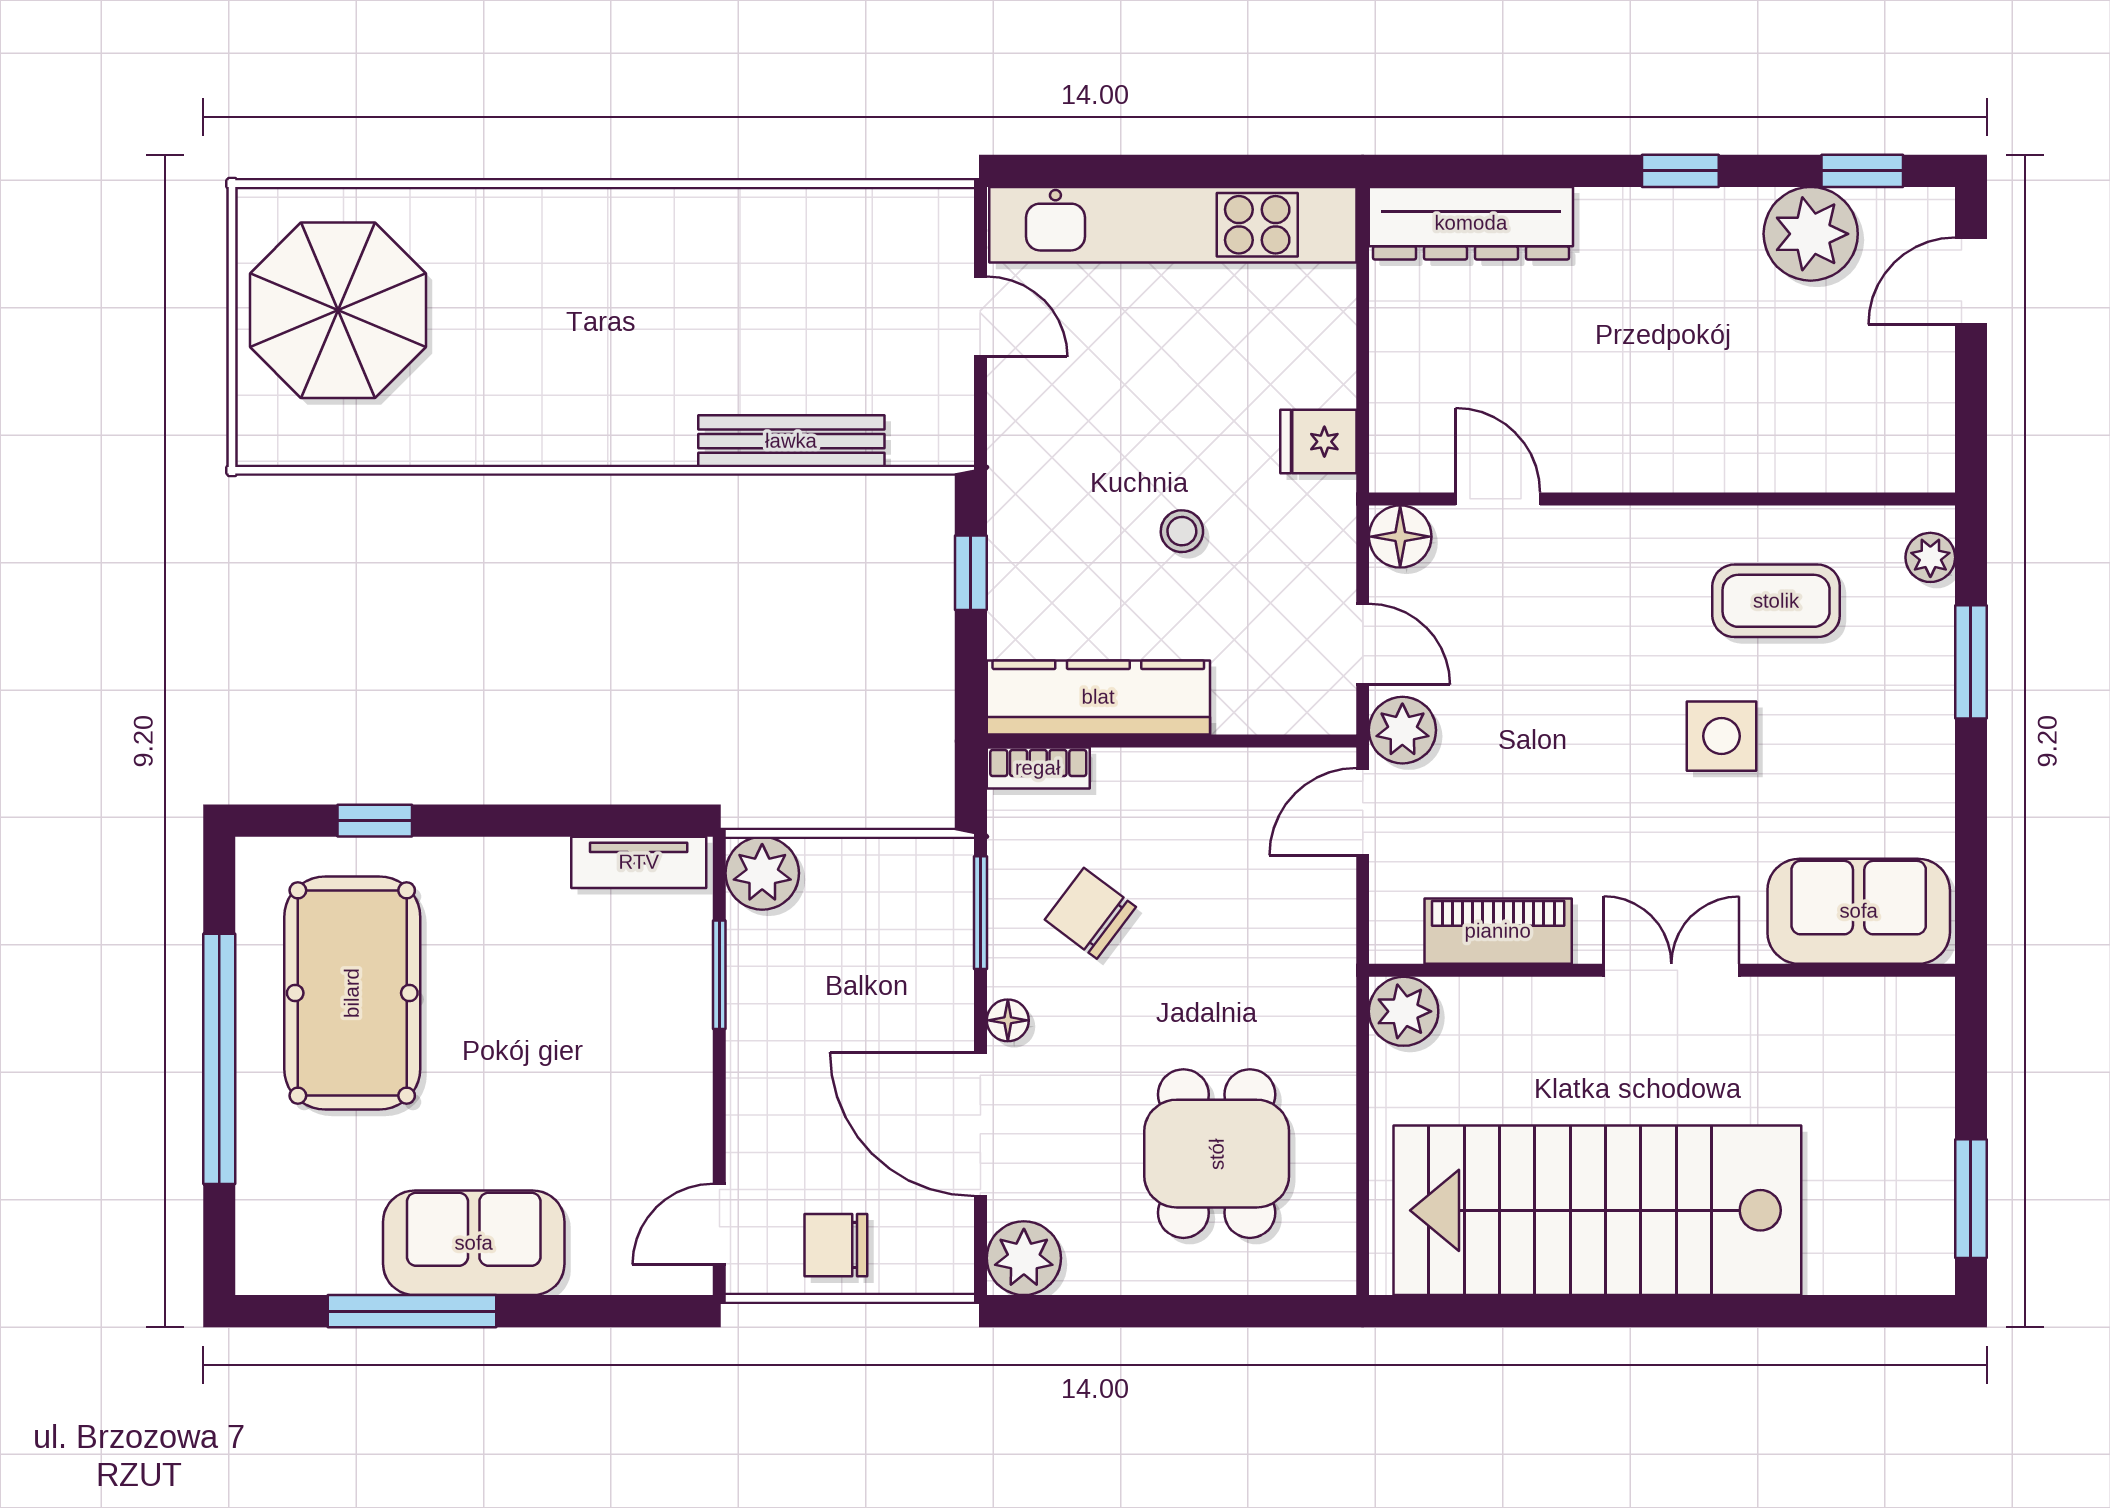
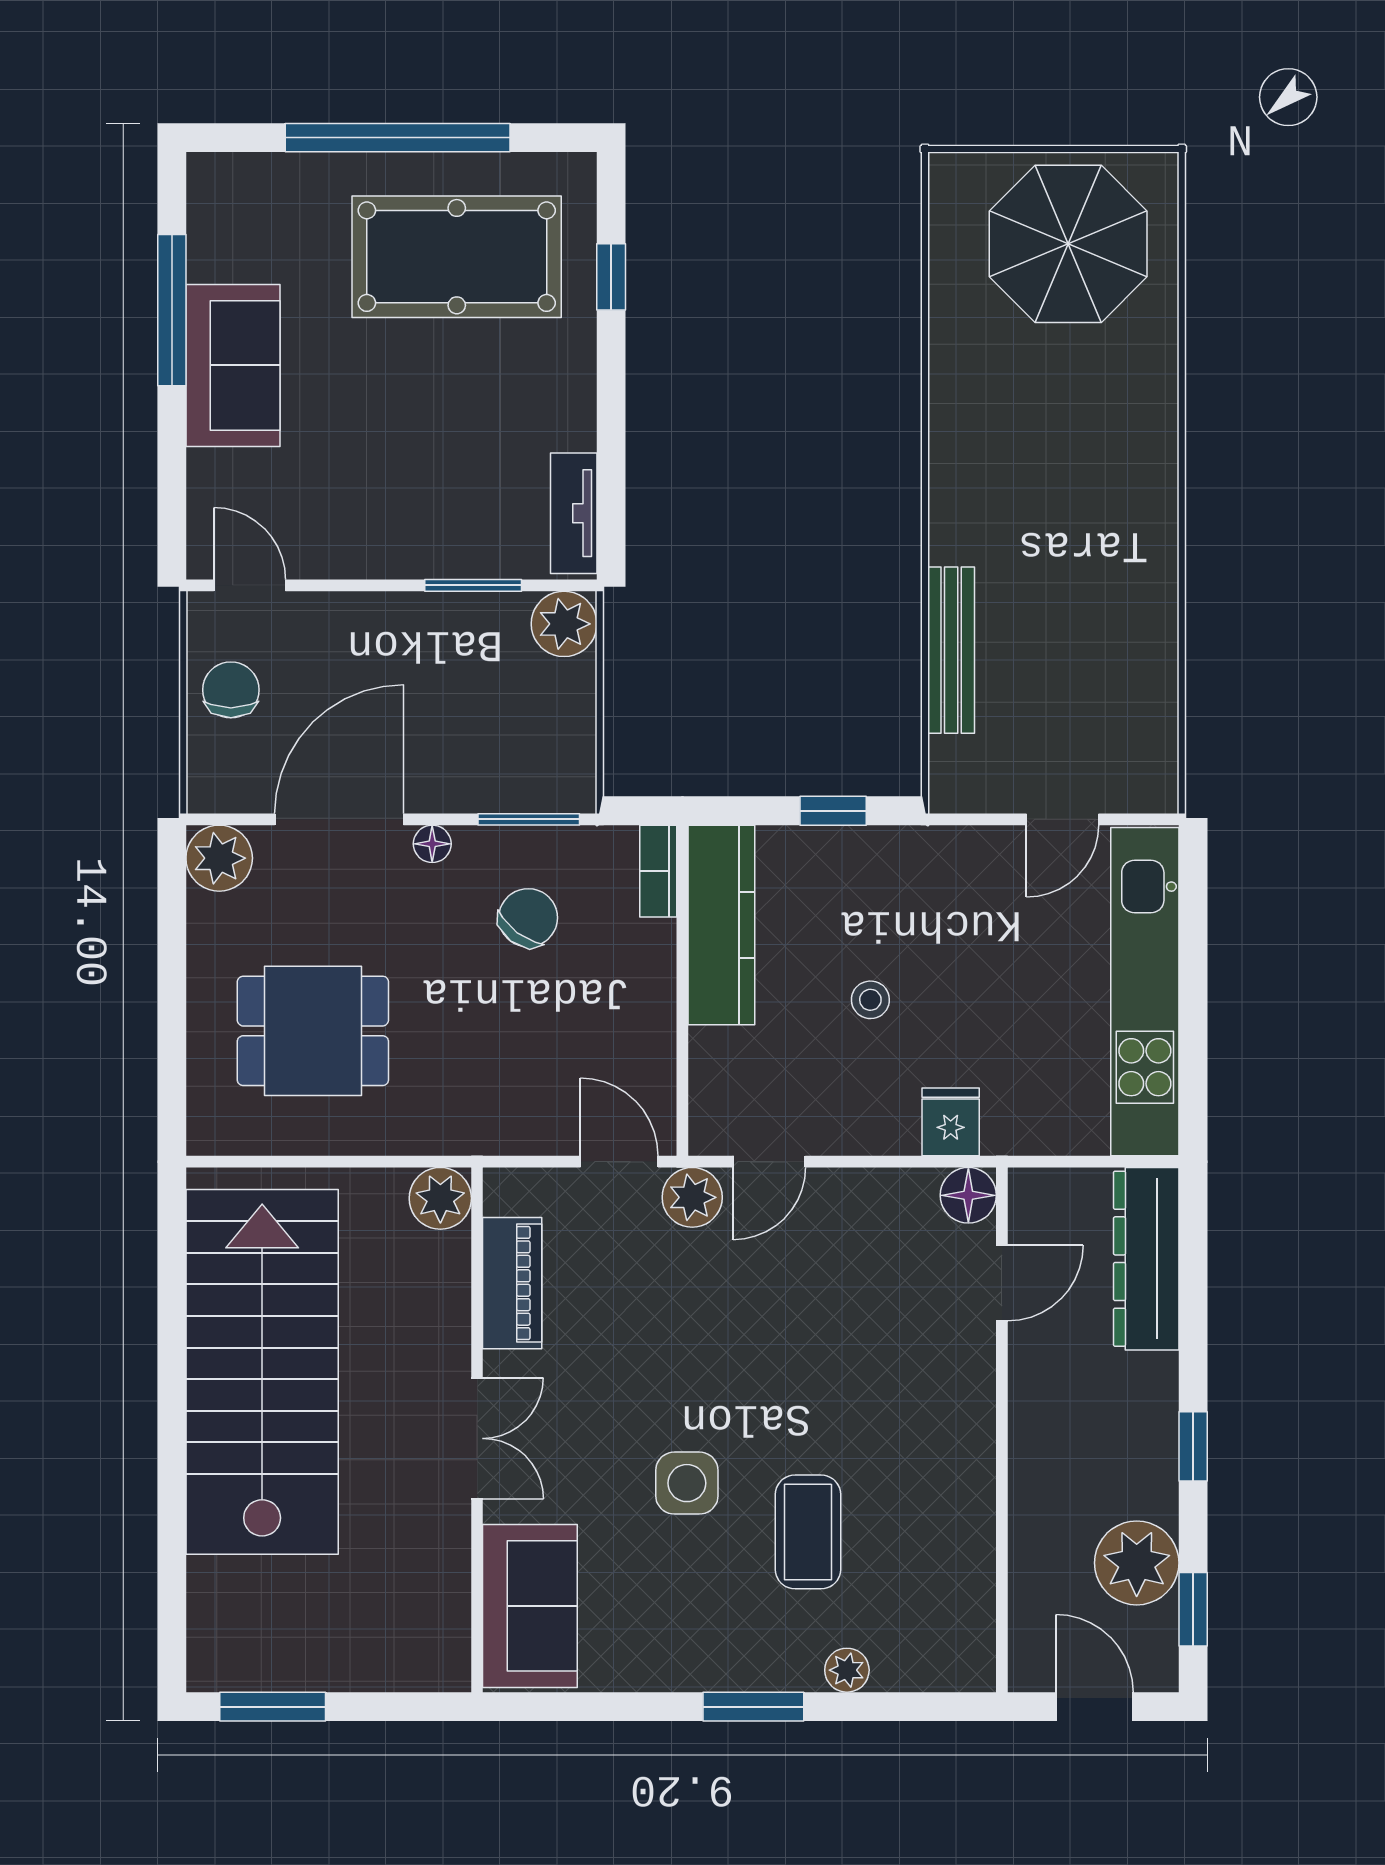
door: (1498, 499) -> (1002, 1283), moved
wall: (1662, 499) -> (1002, 1430), moved
floor lamp: (1400, 537) -> (968, 1195), moved

